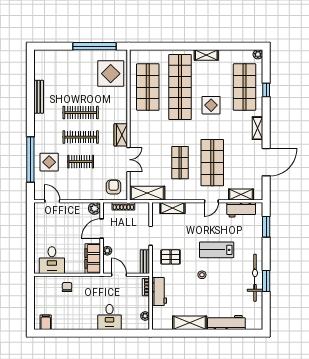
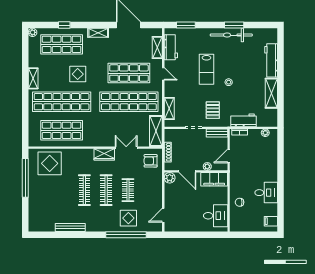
shop shelf: (180, 163) -> (129, 102), width x2.00, depth x1.36
desk: (110, 317) -> (266, 193), moved

